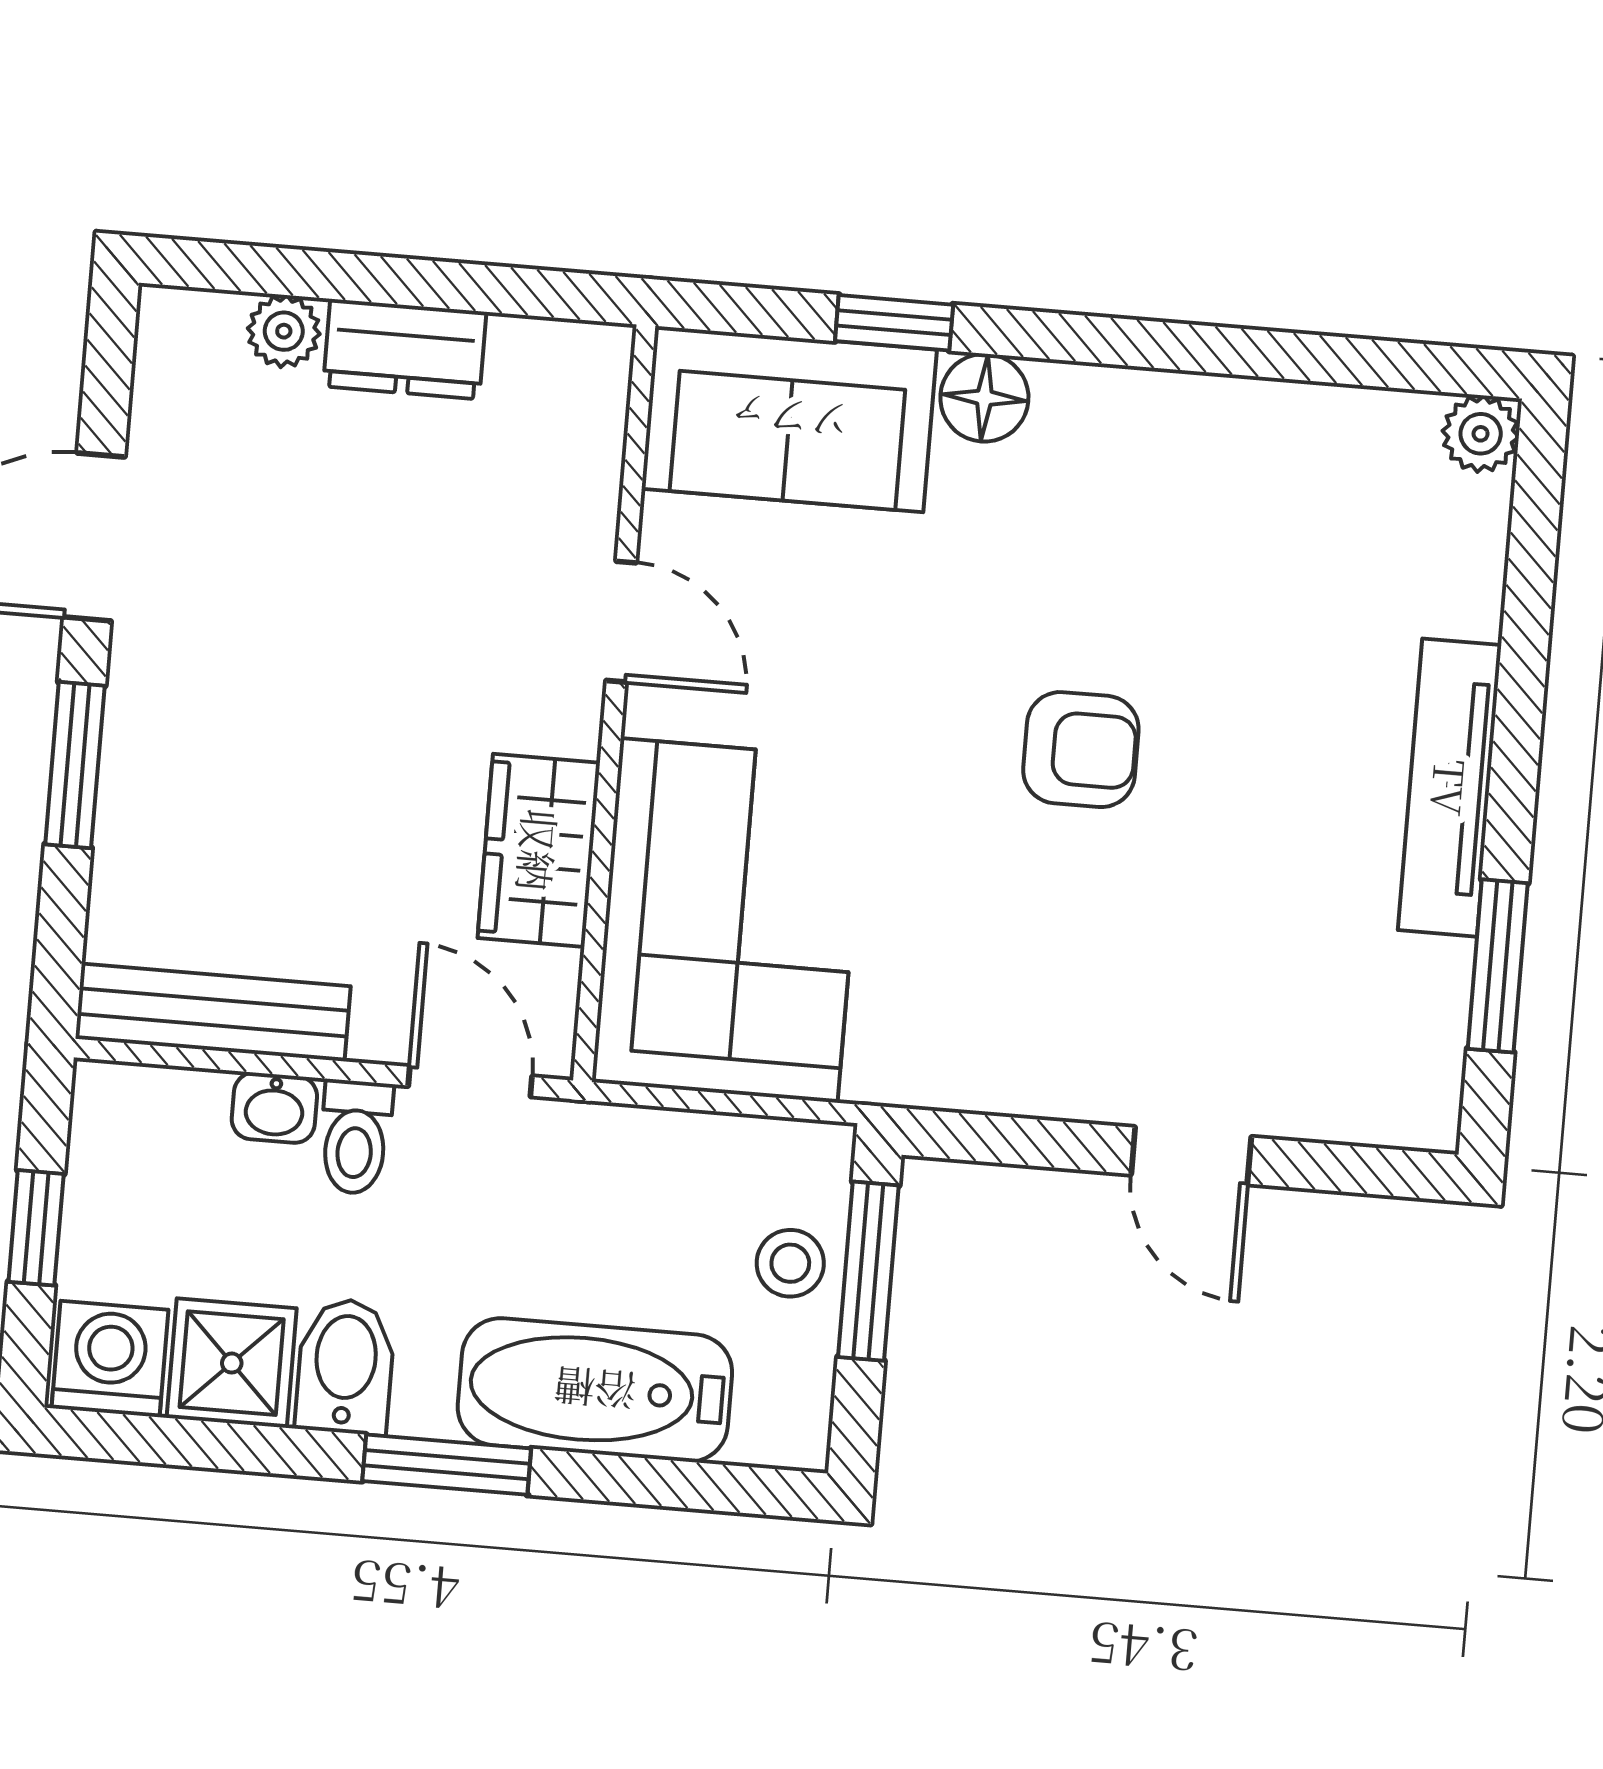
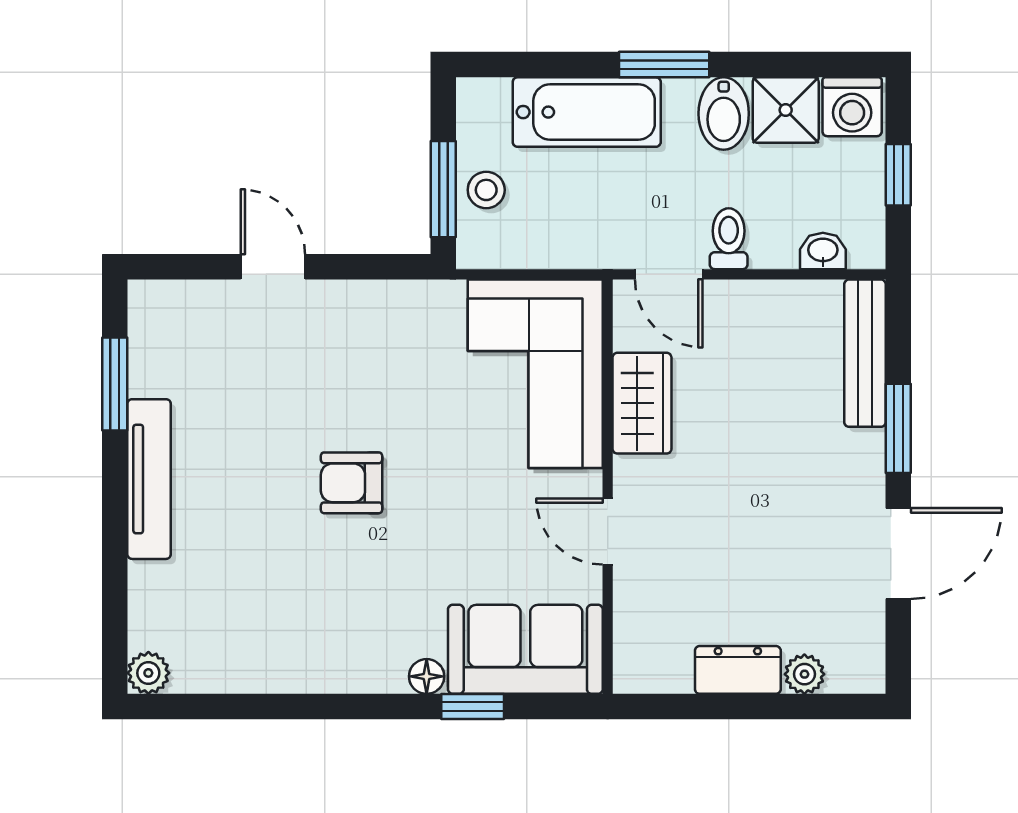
floor lamp: (984, 398) -> (427, 676), width x0.73, depth x0.73
bench: (213, 1012) -> (865, 353), moved, turned 90
washbasin: (274, 1108) -> (823, 251), moved

